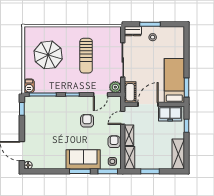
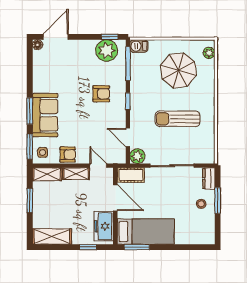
plant: (34, 31) -> (209, 53), added
plant: (33, 111) -> (107, 51), added
armchair: (87, 121) -> (101, 94), moved

